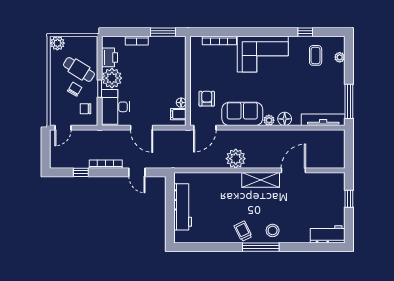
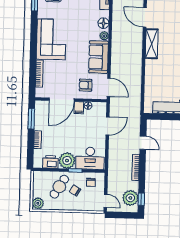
door: (188, 69) -> (62, 100), added
filing cabinet: (178, 114) -> (79, 108), moved
door: (142, 128) -> (108, 126), moved
plant: (236, 159) -> (130, 198), moved
window: (81, 172) -> (141, 199), moved
door: (137, 172) -> (143, 143), hinge flipped

